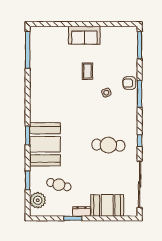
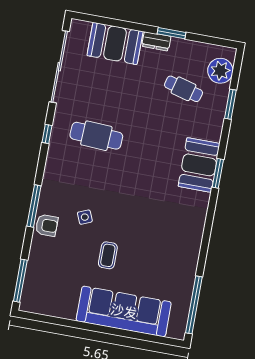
sofa: (84, 35) -> (124, 311), width x1.85, depth x1.27
booth: (45, 144) -> (199, 165), width x0.73, depth x0.70

